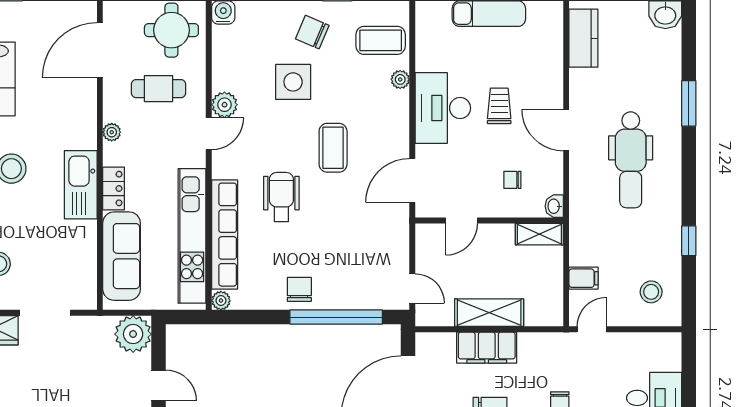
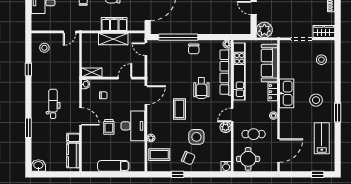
dental chair: (631, 160) -> (53, 104), width x0.73, depth x0.72
filing cabinet: (584, 278) -> (73, 138), moved

